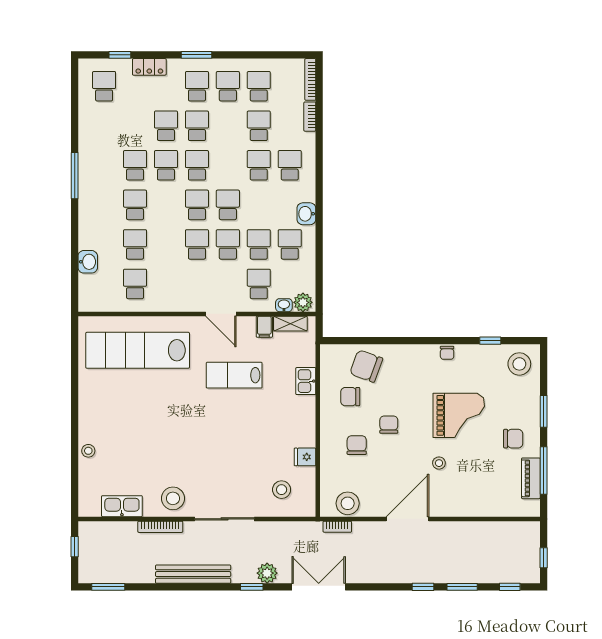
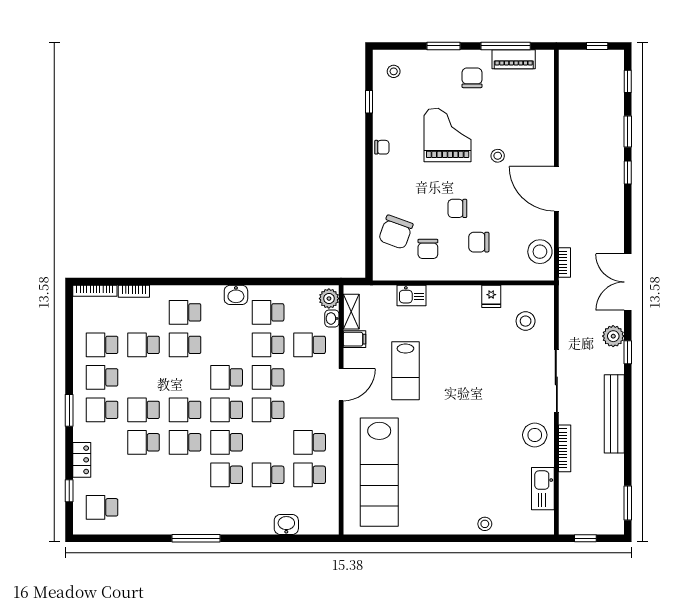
school desk: (135, 165) -> (227, 442), moved
school desk: (166, 284) -> (310, 442), added
stool: (519, 364) -> (394, 71), width x0.53, depth x0.53

